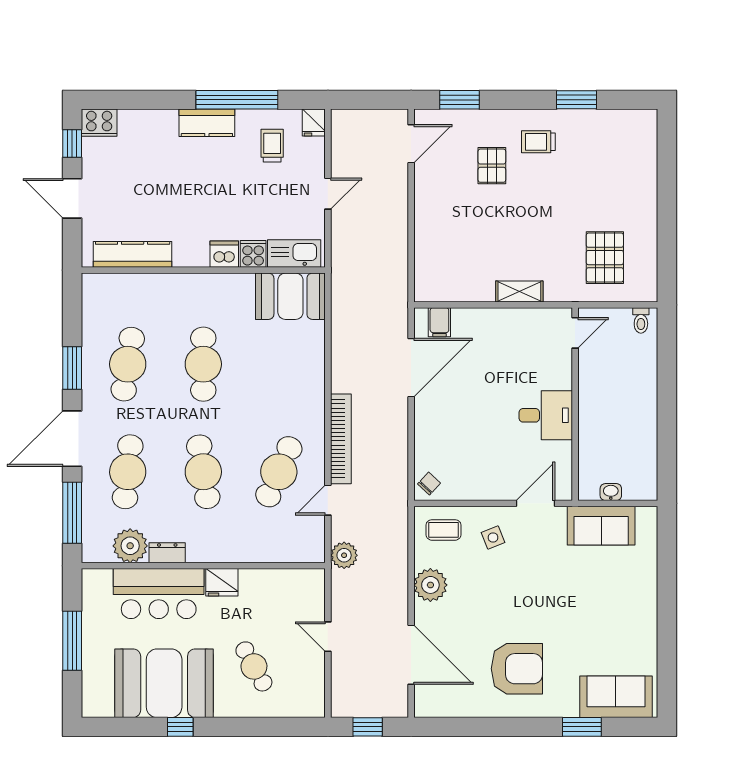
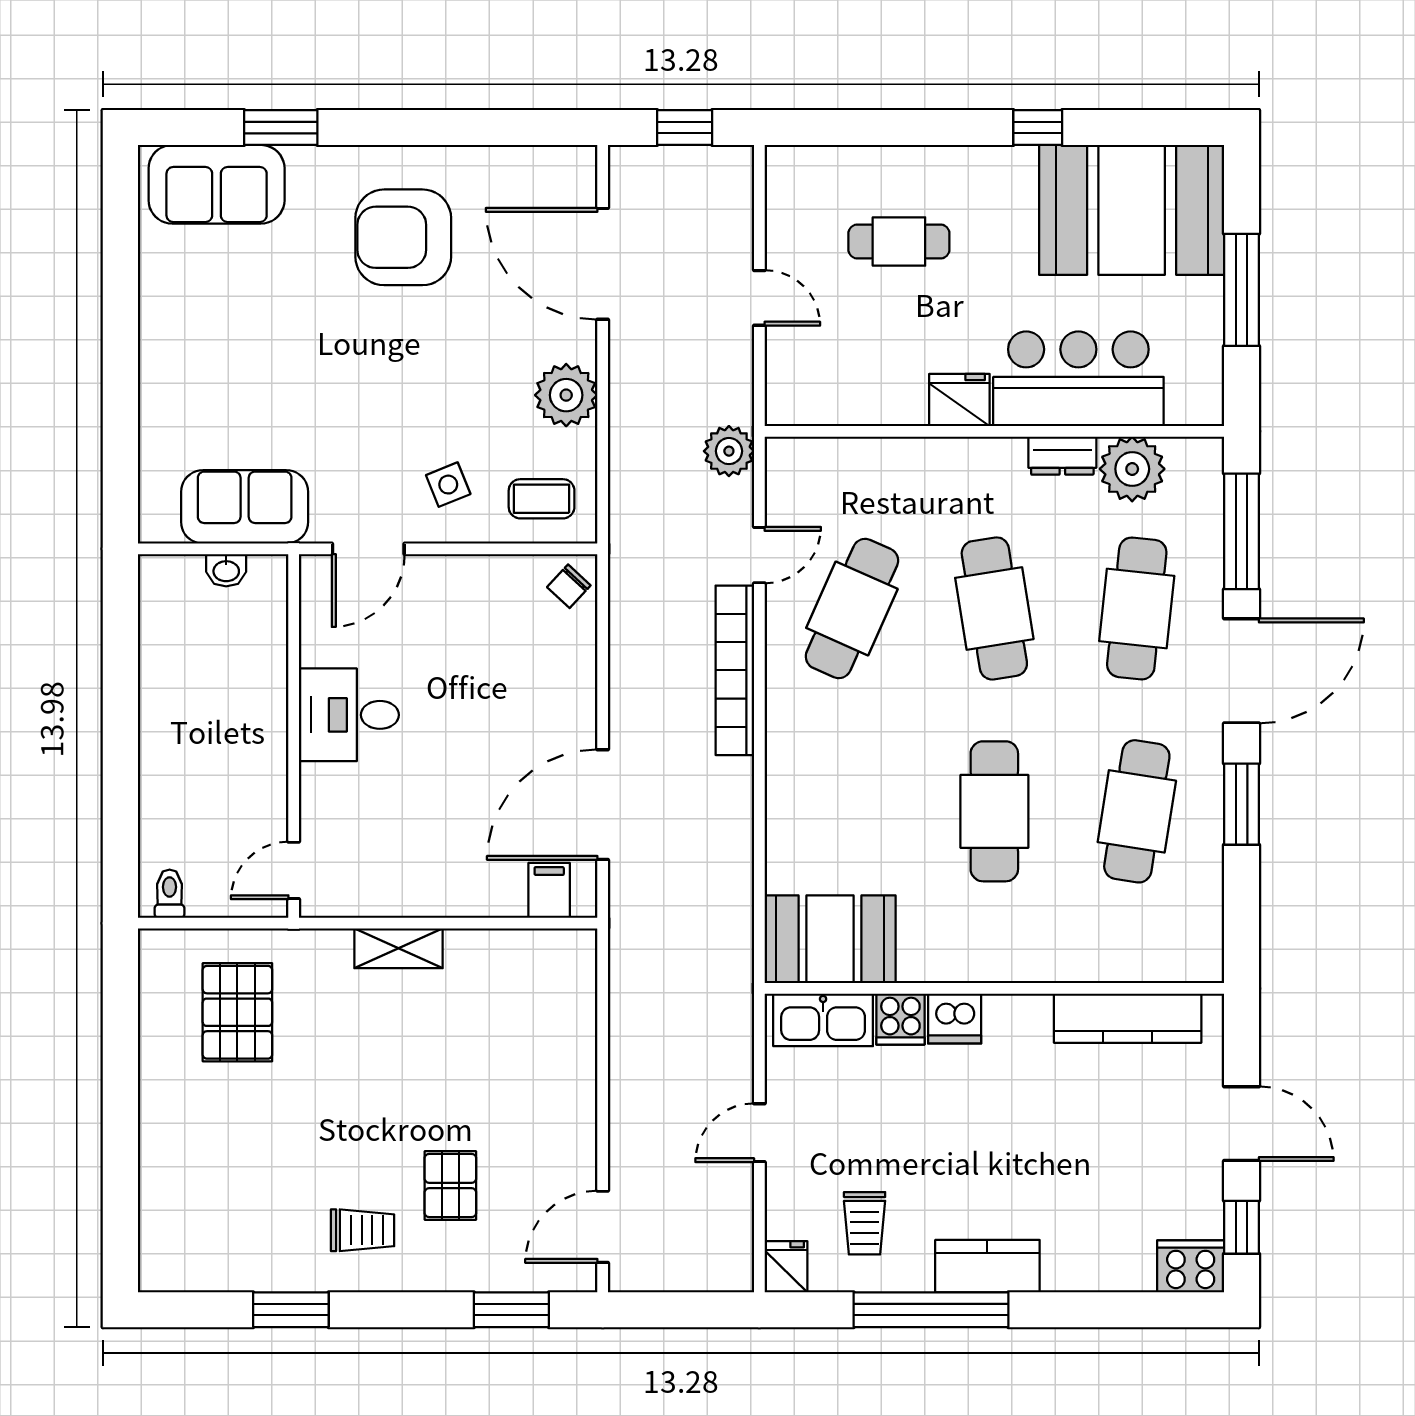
cafe table: (254, 666) -> (899, 241), turned -61
booth: (164, 683) -> (1132, 210), moved

